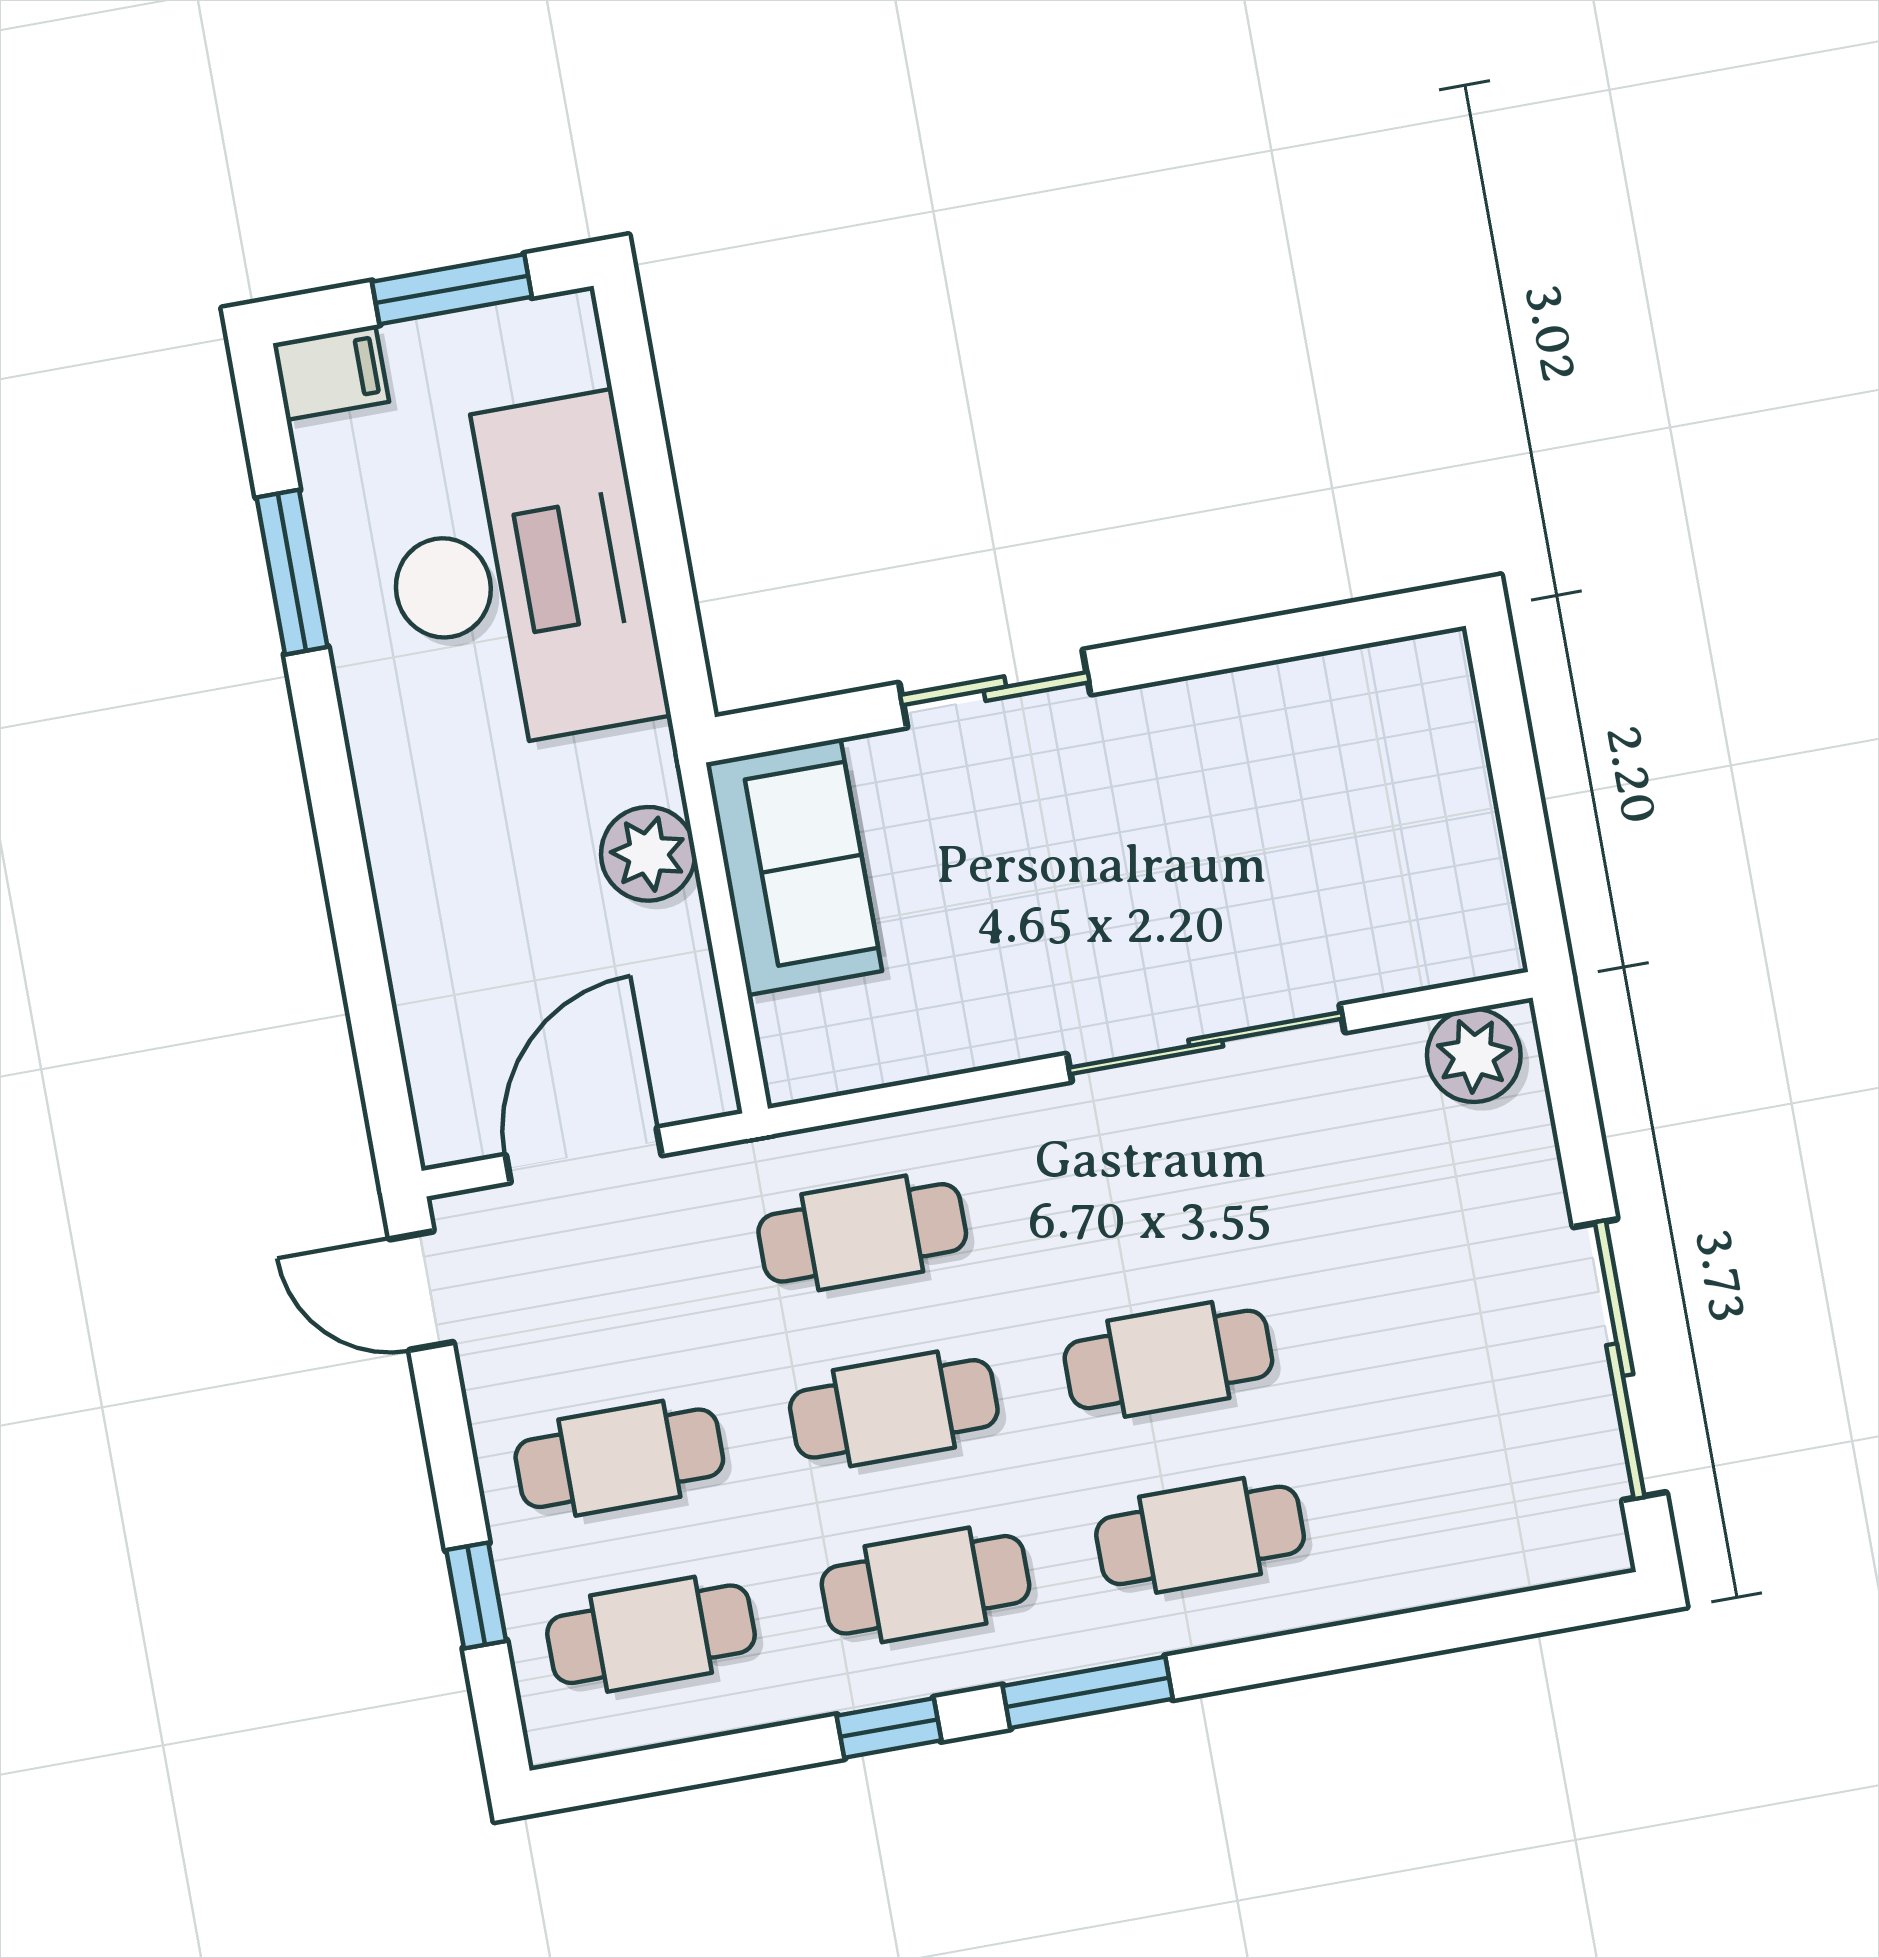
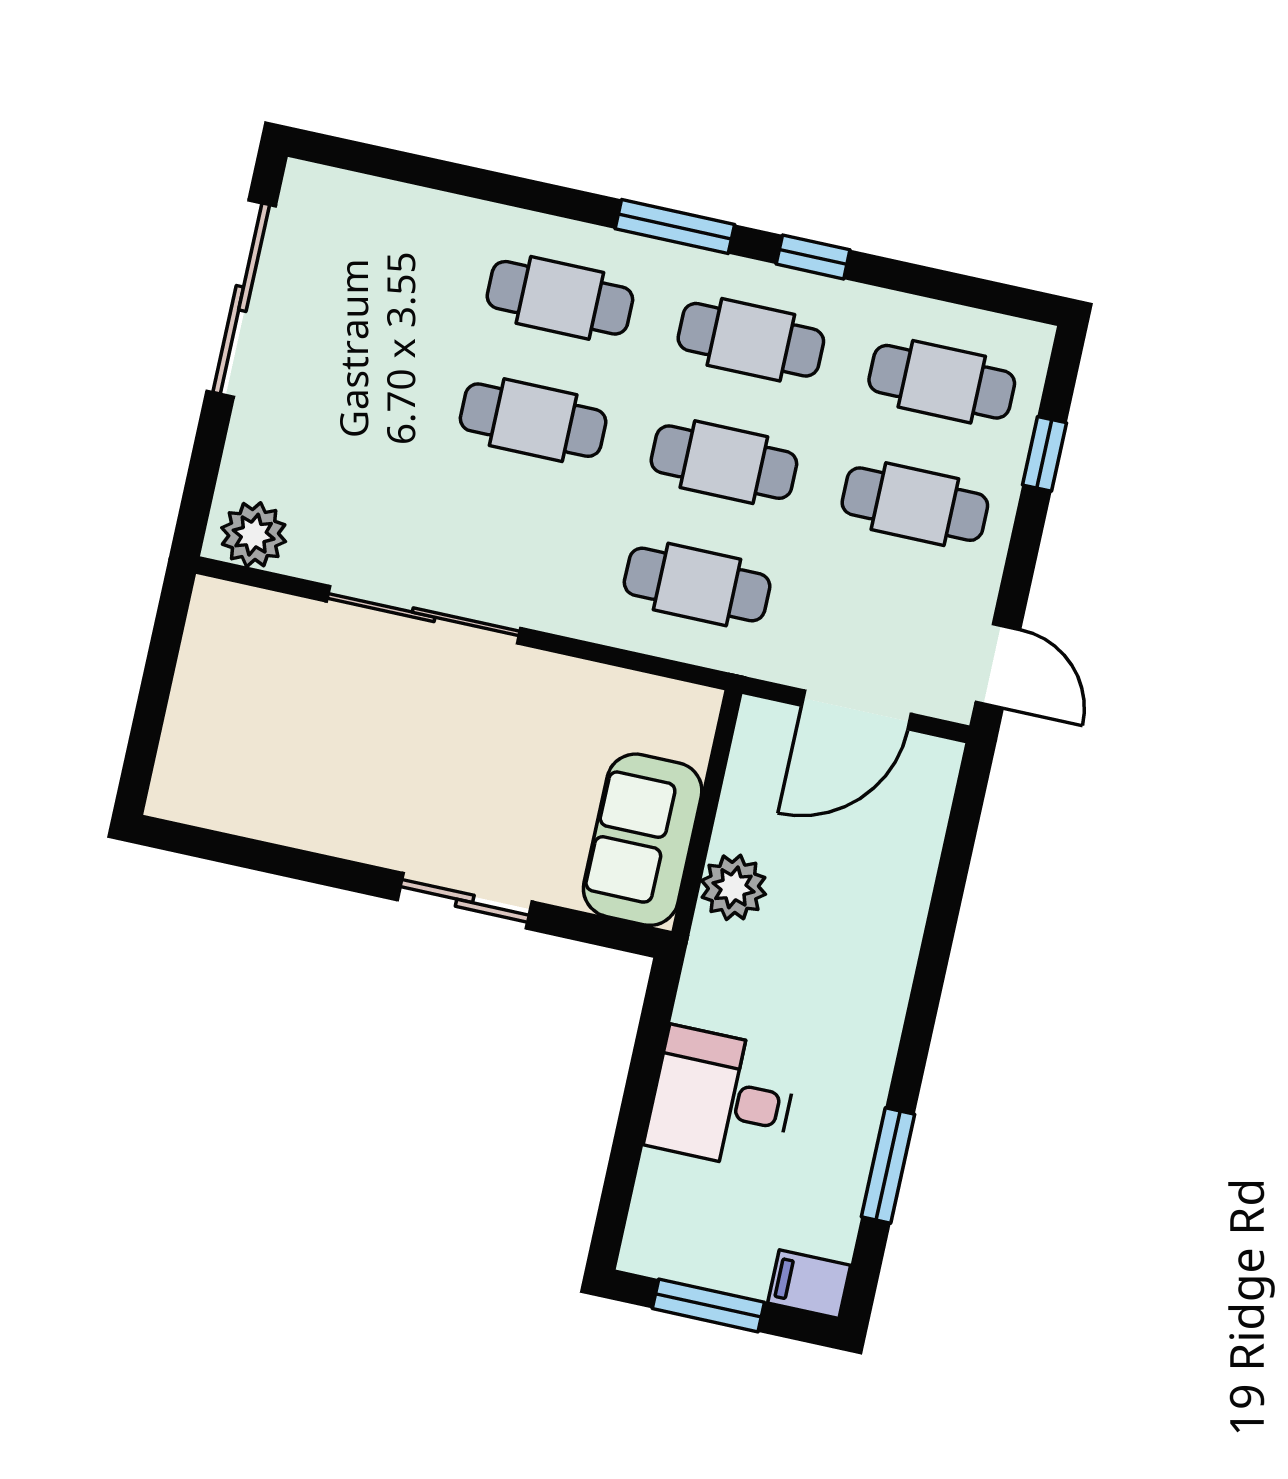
desk: (519, 574) -> (722, 1099), width x0.53, depth x0.77

